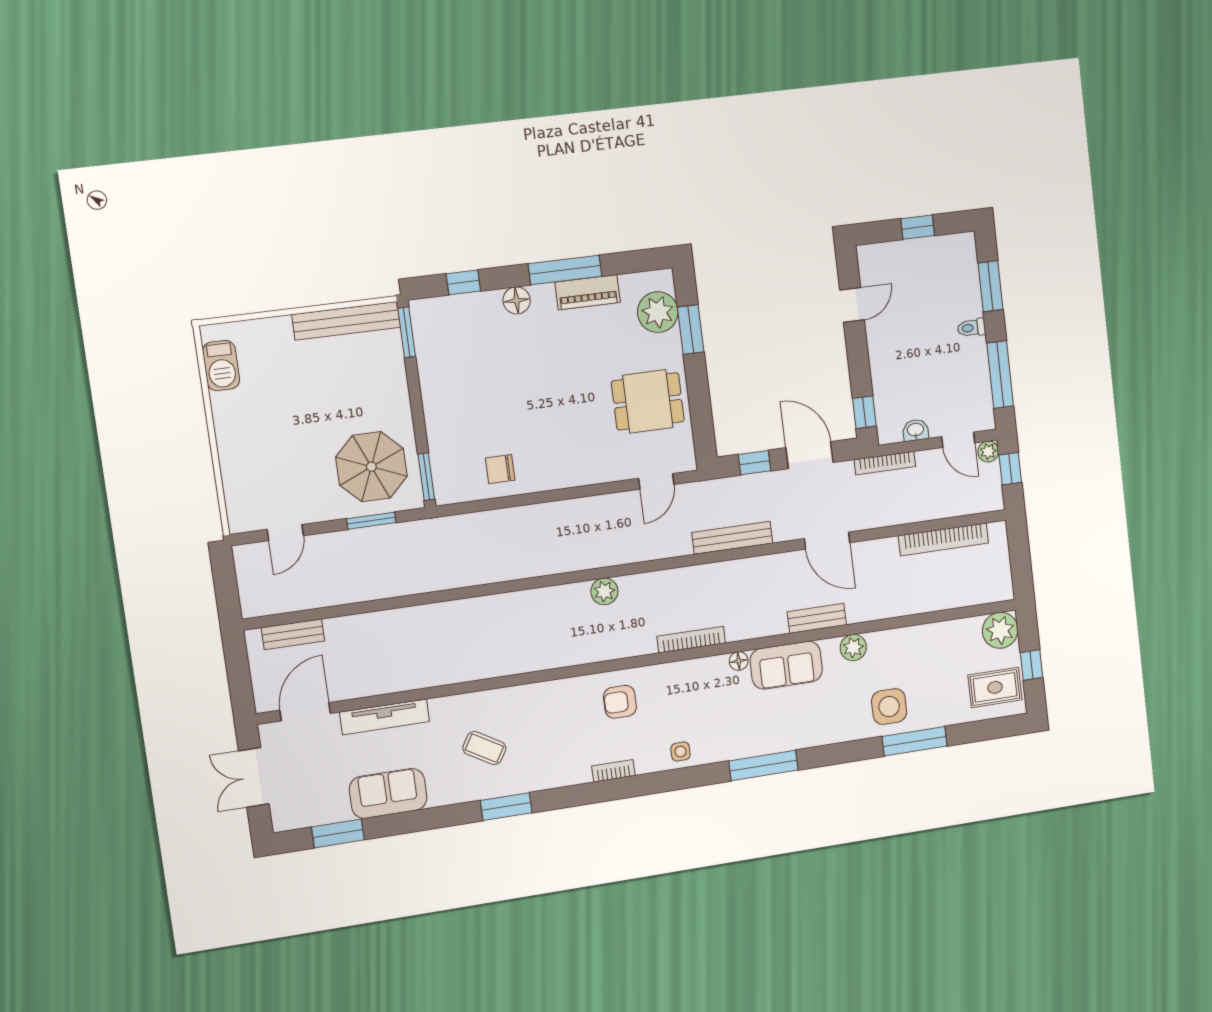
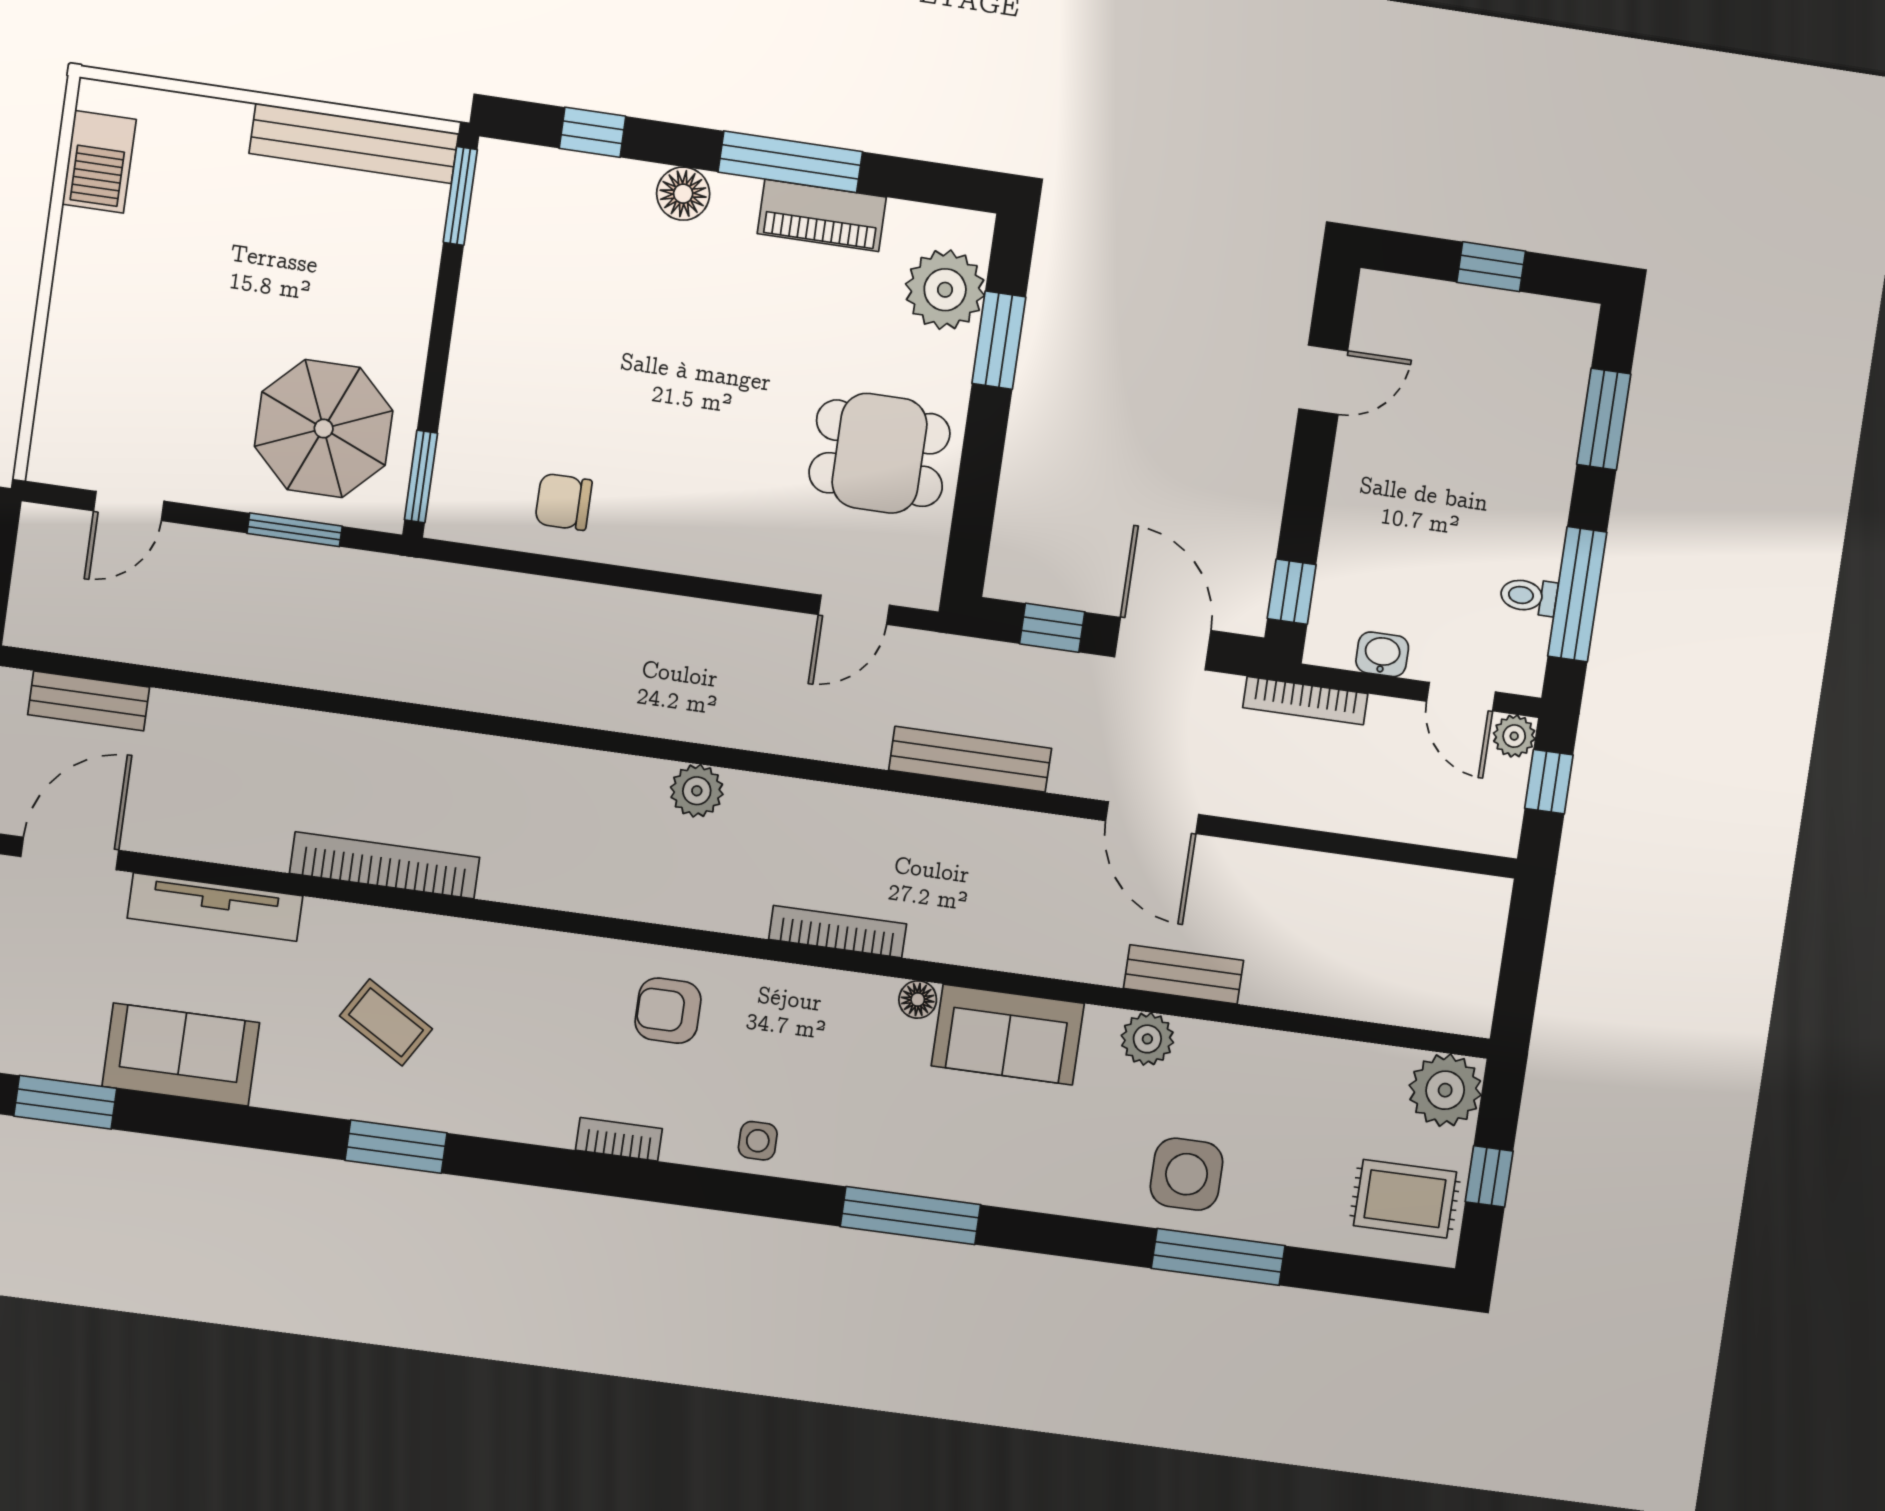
toilet: (971, 328) -> (1529, 596), moved
bookcase: (943, 539) -> (385, 865), moved, turned 180
bench: (817, 618) -> (1184, 974), moved

